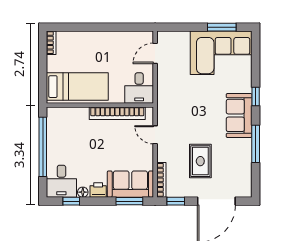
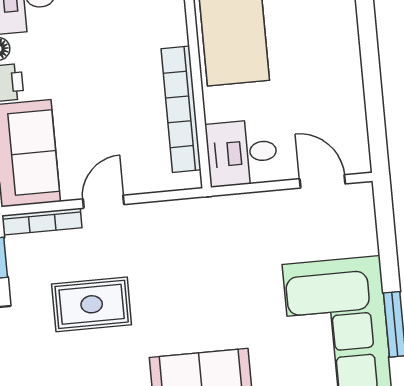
door: (155, 135) -> (103, 202), moved

